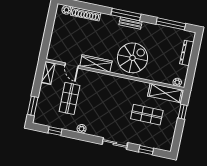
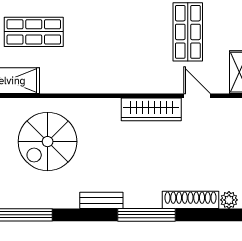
window: (126, 14) -> (146, 215), moved
spiral stairs: (133, 58) -> (48, 142), moved

